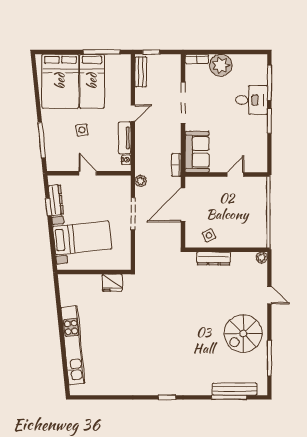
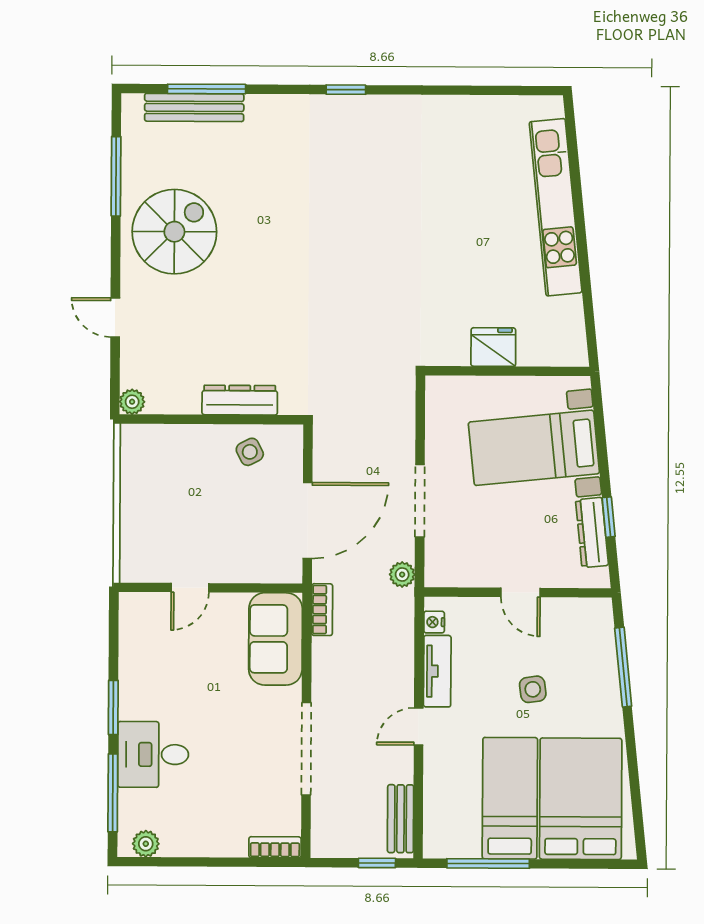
plant: (221, 65) -> (146, 844), moved, width x0.53, depth x0.53
fridge: (112, 283) -> (493, 347), moved

